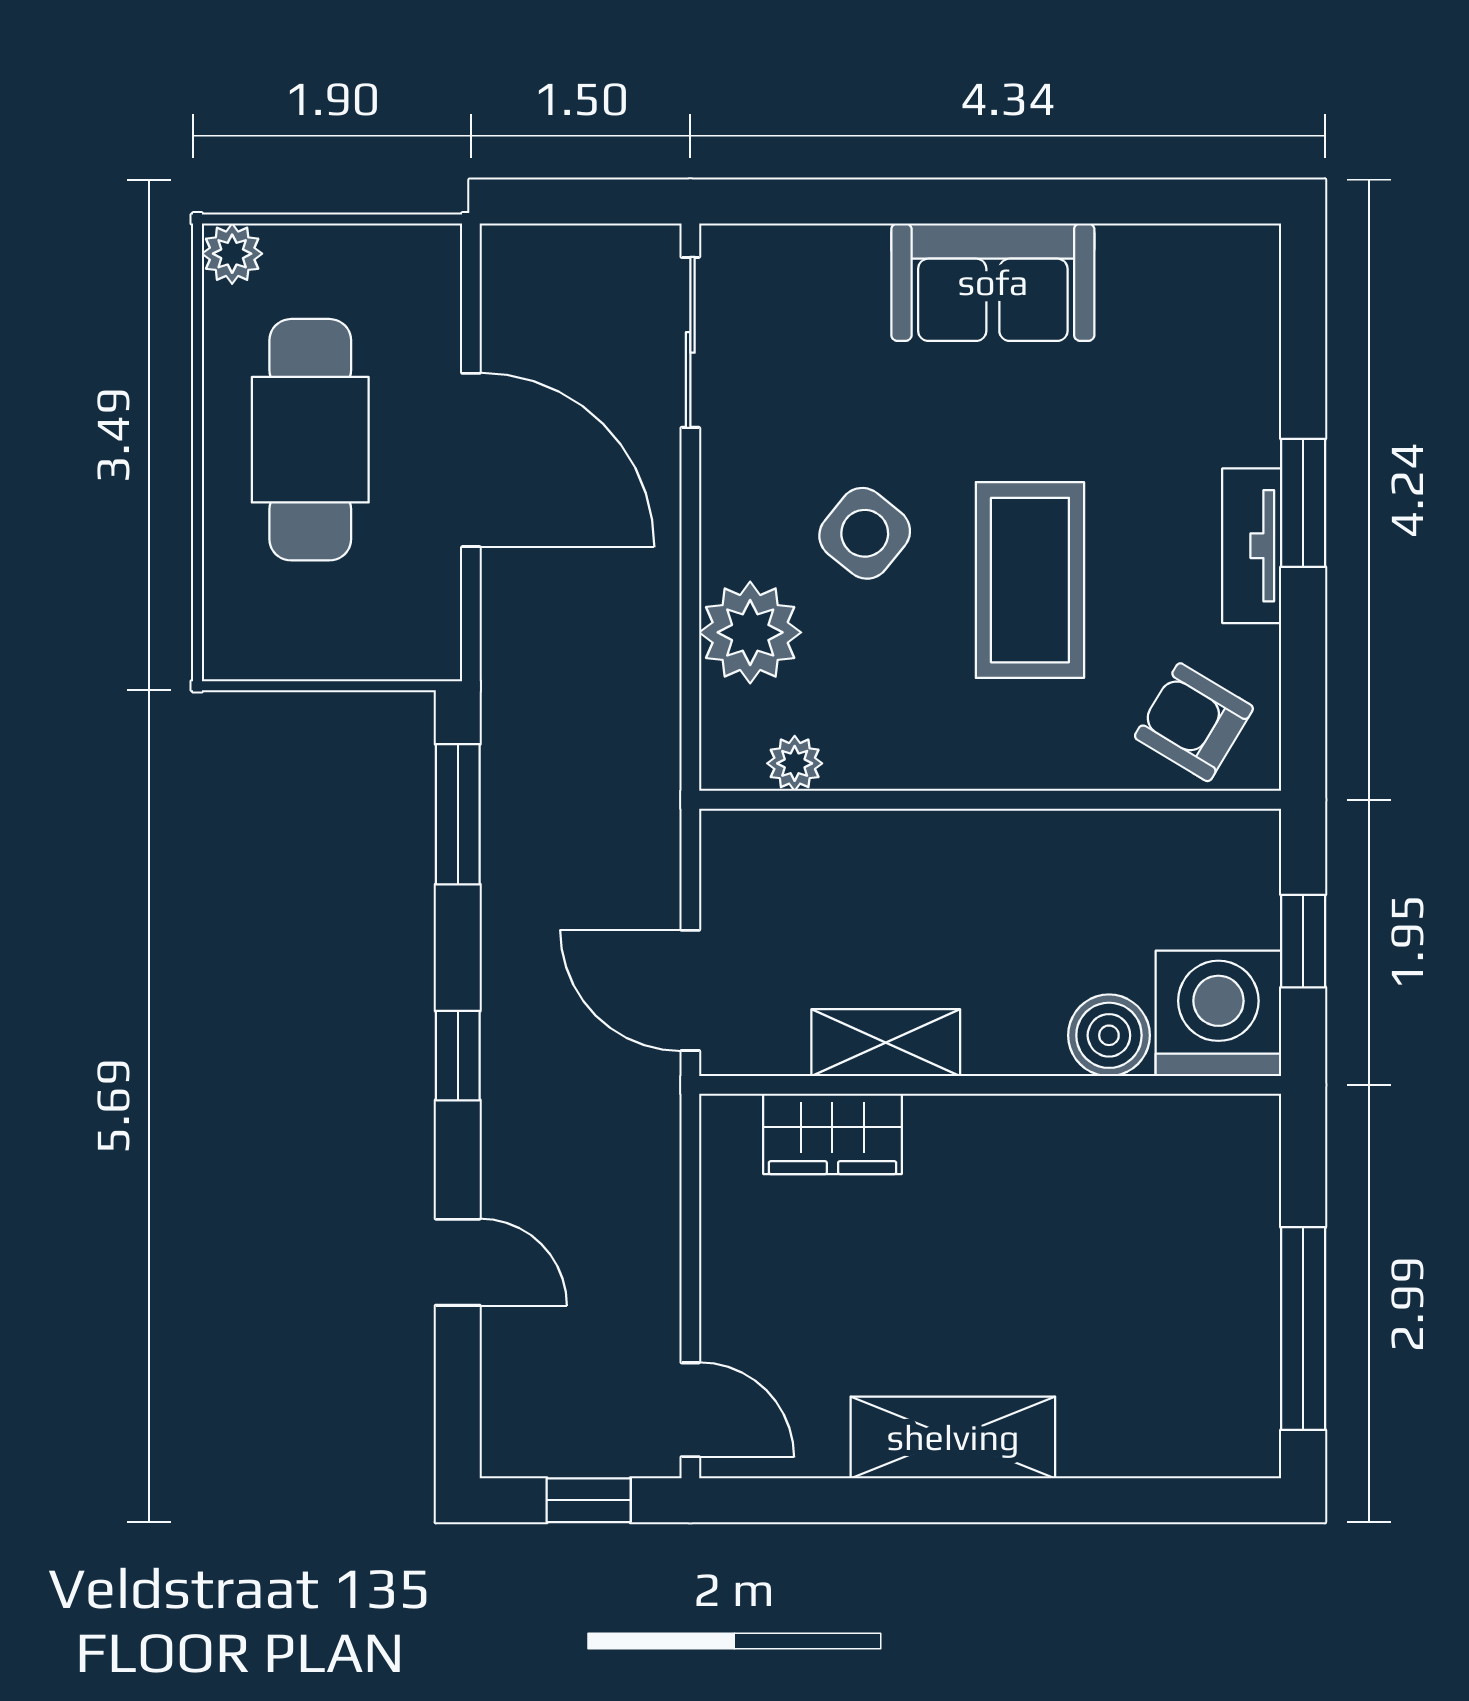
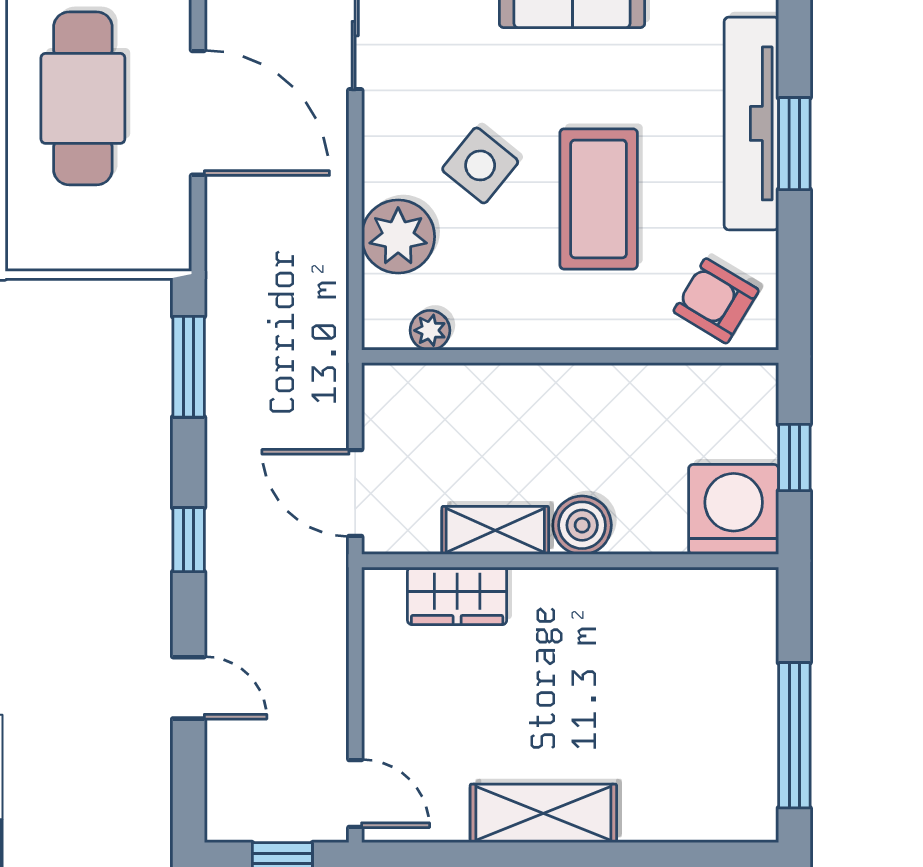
tv unit: (1252, 546) -> (751, 123), width x1.92, depth x1.29
boiler: (1109, 1035) -> (582, 525), moved

